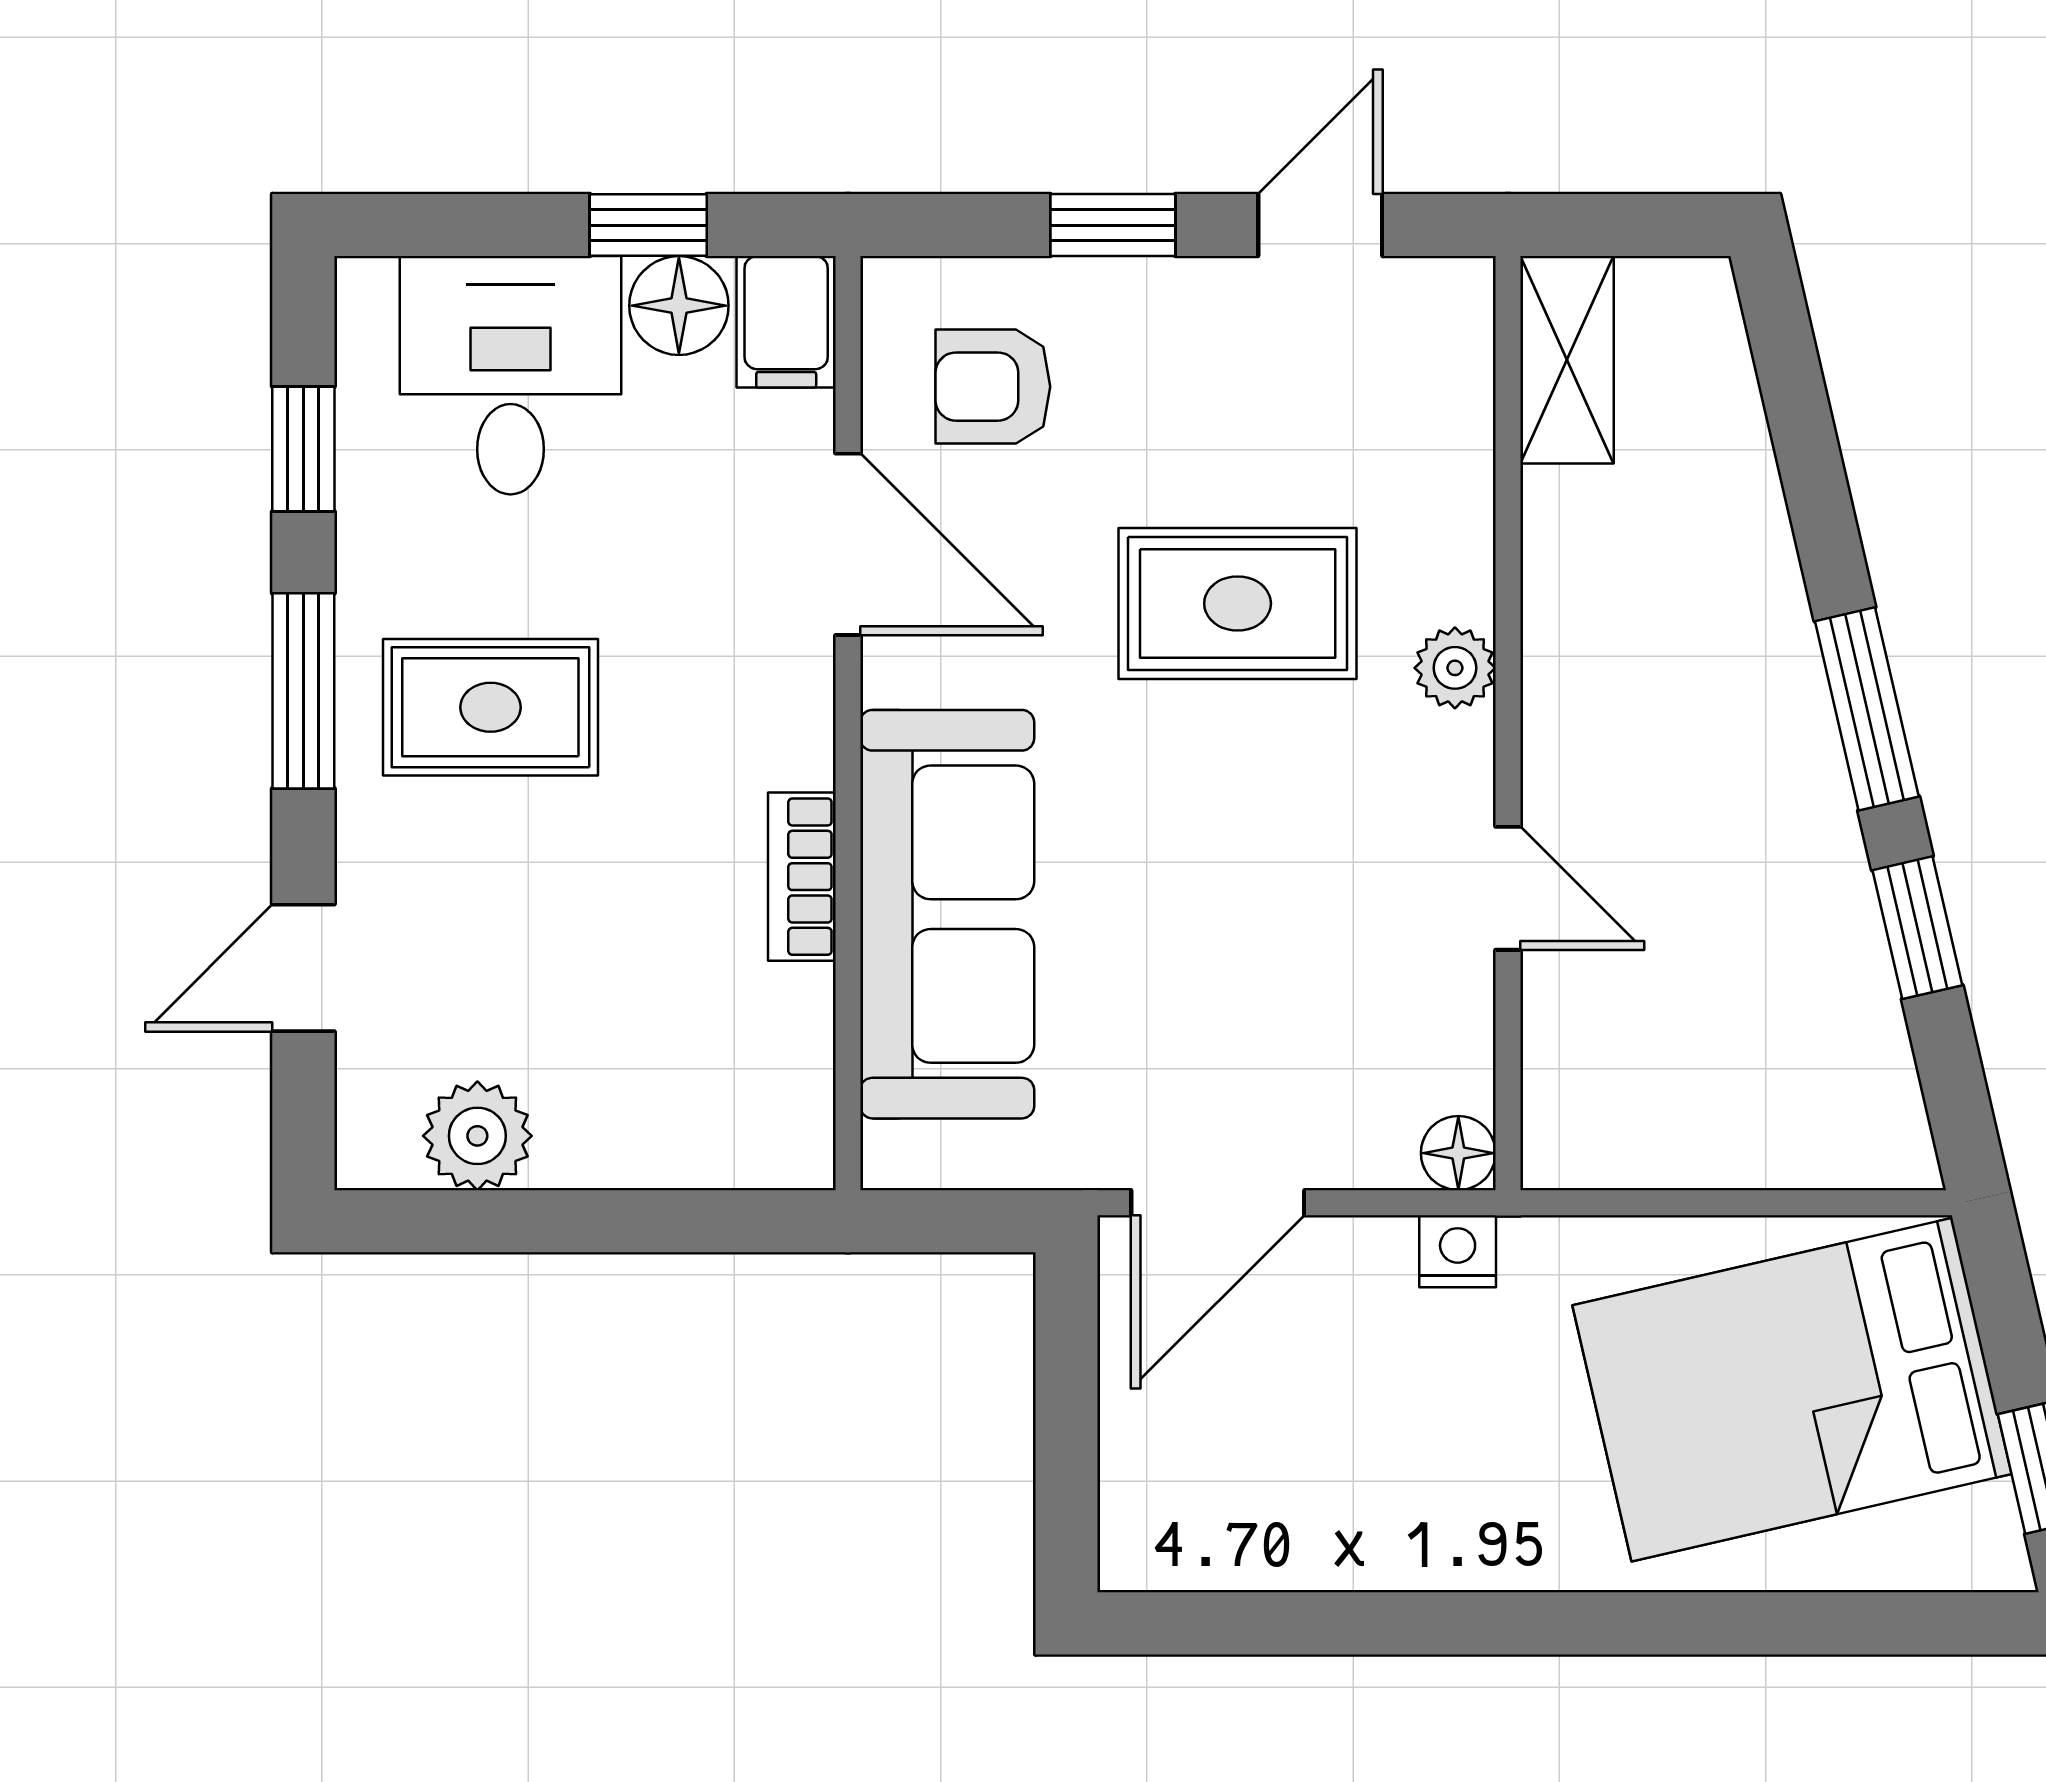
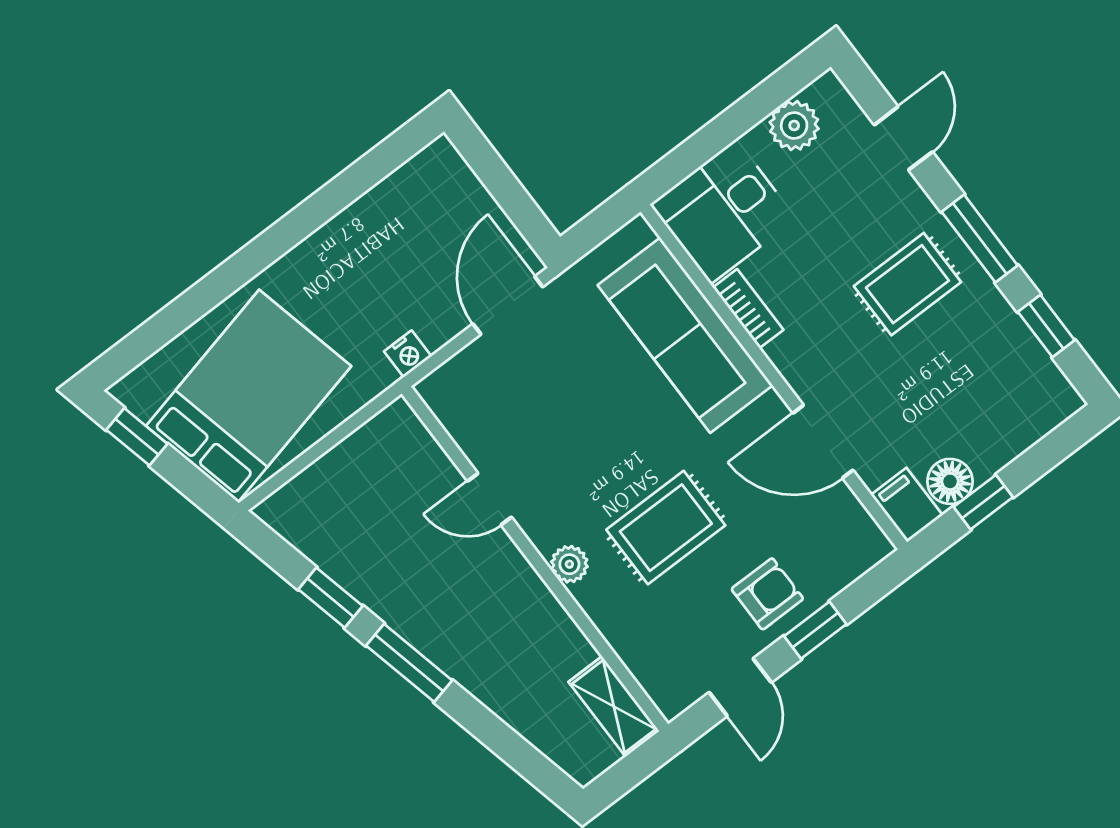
desk: (510, 375) -> (723, 212), moved, turned 90
armchair: (993, 387) -> (767, 594), moved
floor lamp: (1458, 1153) -> (434, 390), removed

